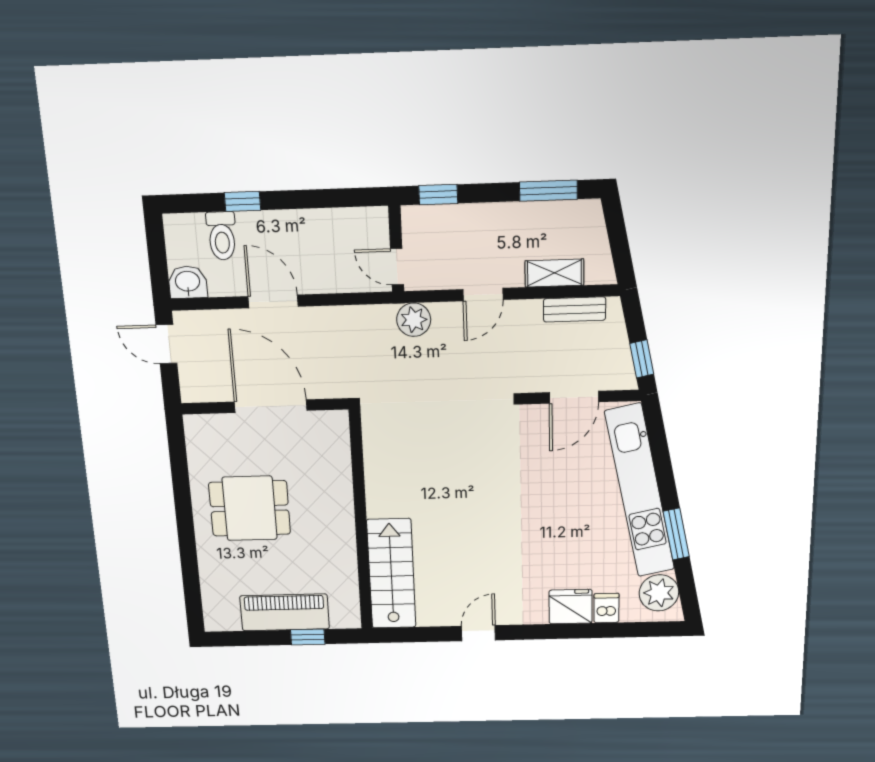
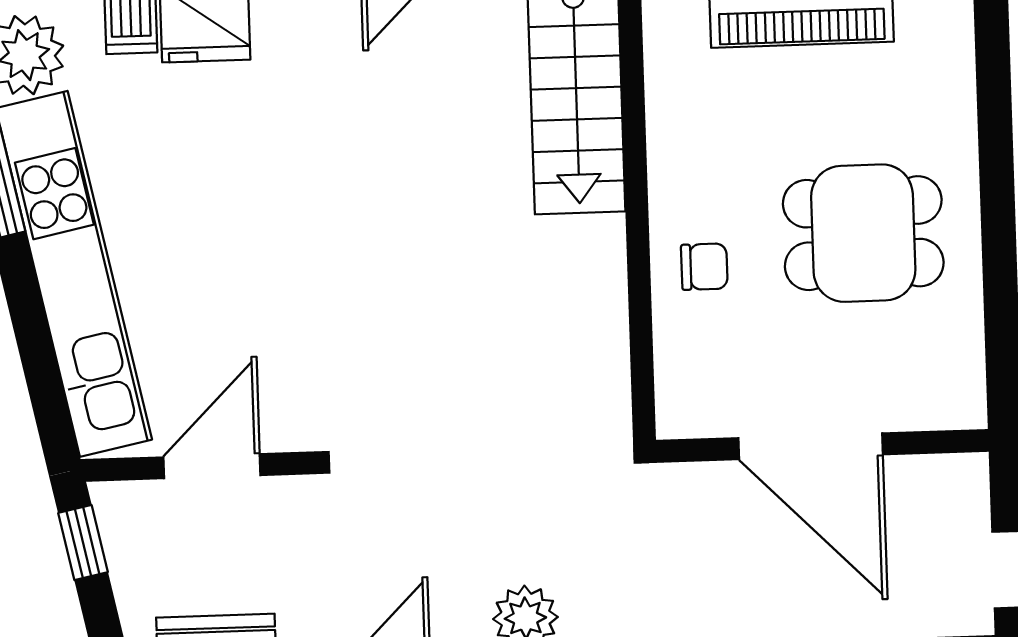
chair: (327, 493) -> (704, 267), added

